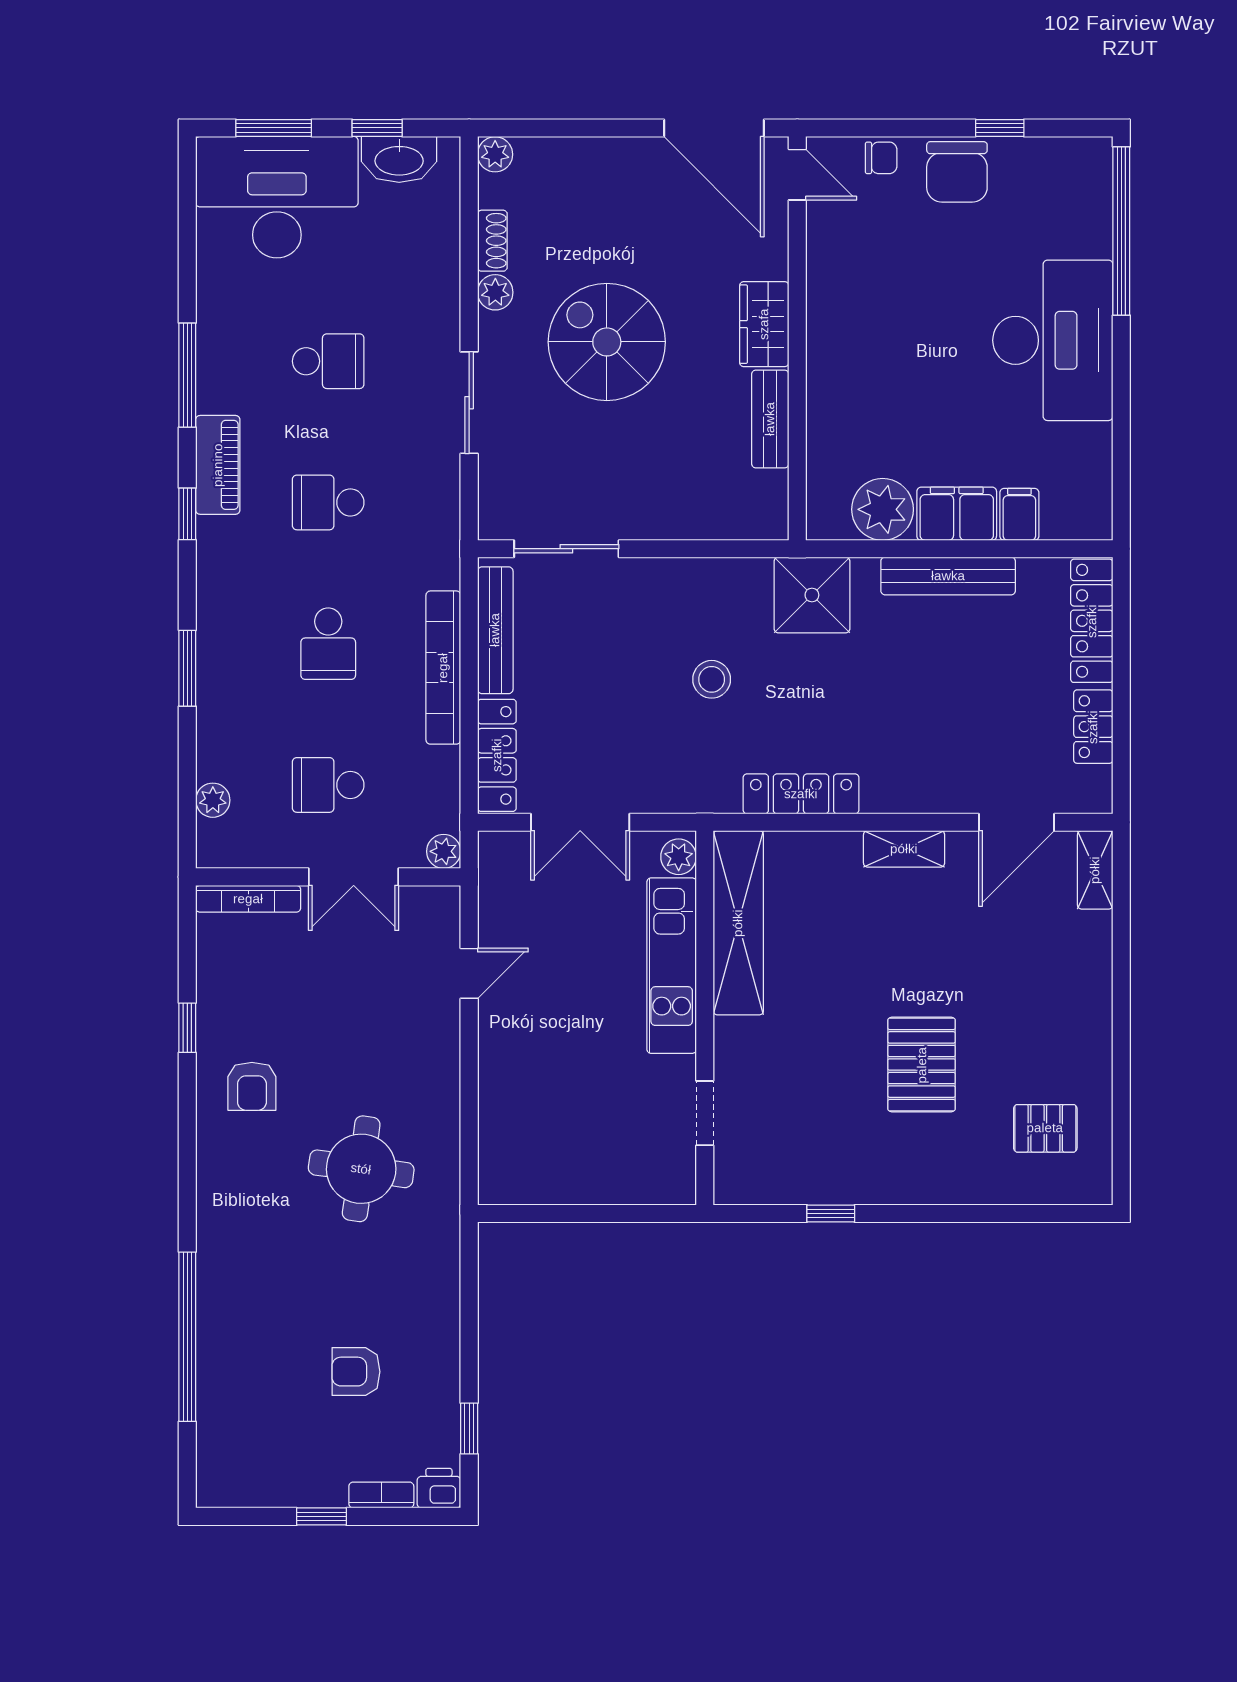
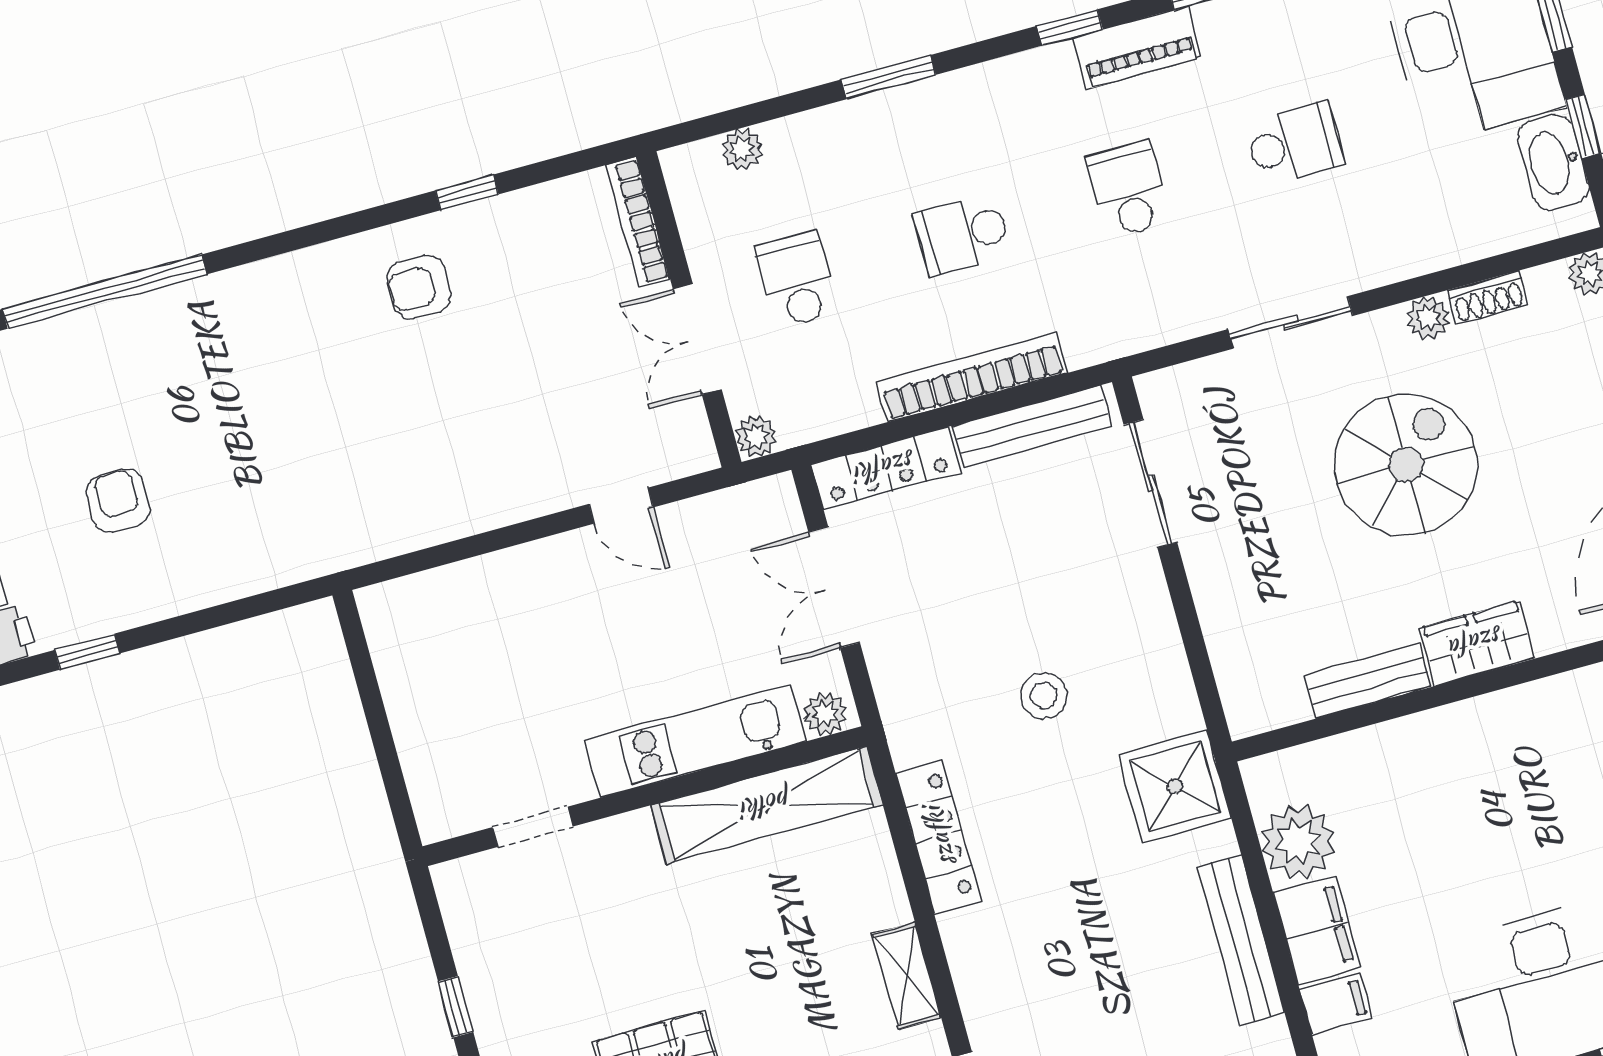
school desk: (328, 361) -> (1294, 144), turned -90
round table: (361, 1169) -> (357, 442), removed

